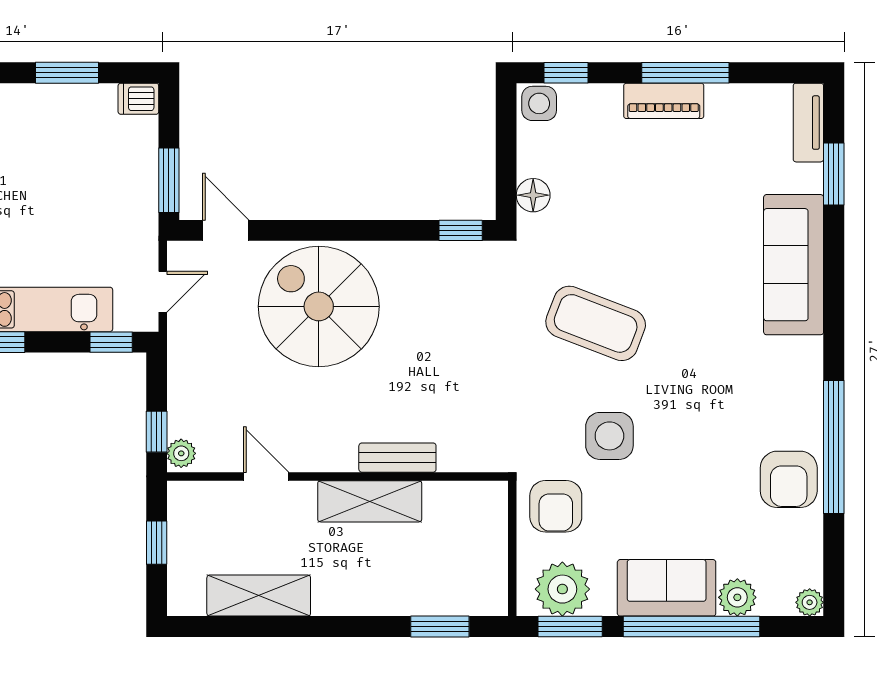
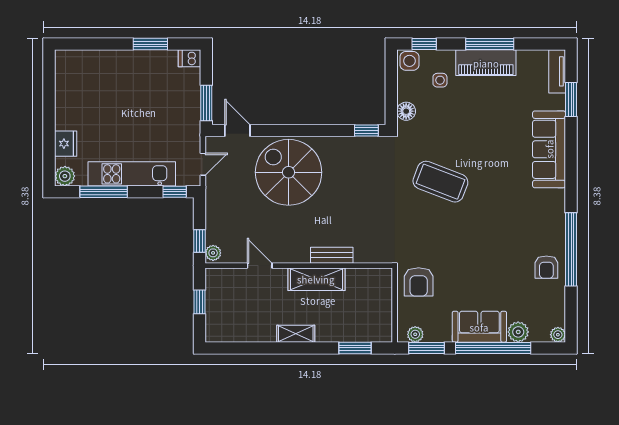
piano: (664, 101) -> (486, 63), width x1.37, depth x1.33
side table: (609, 436) -> (440, 80), moved, width x0.54, depth x0.54
armchair: (789, 479) -> (546, 267), width x0.72, depth x0.72
plant: (562, 589) -> (415, 334), width x0.53, depth x0.53
shelving: (259, 596) -> (296, 334), moved, width x0.67, depth x0.75

